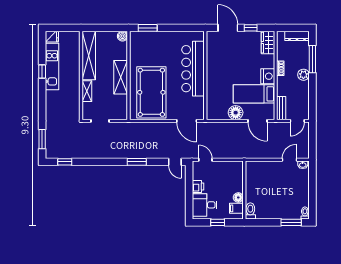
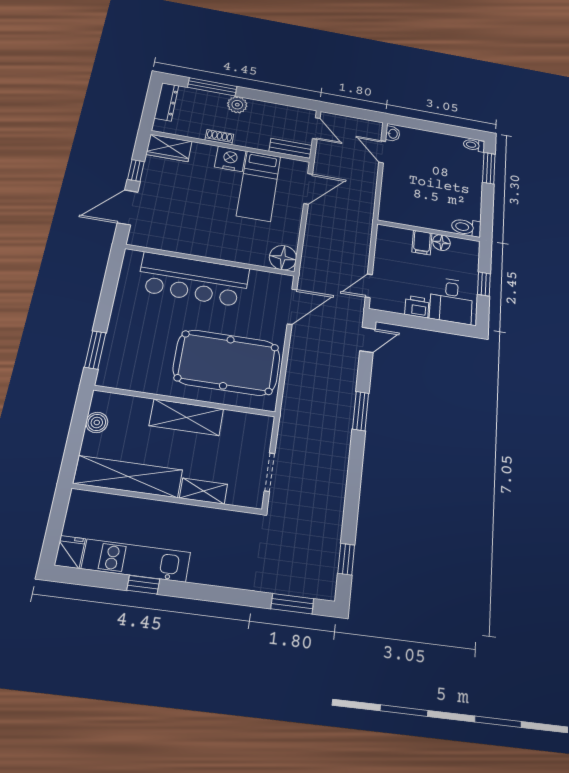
boiler: (122, 36) -> (97, 422), moved
floor lamp: (236, 113) -> (283, 258), moved
filing cabinet: (236, 208) -> (422, 242), moved

